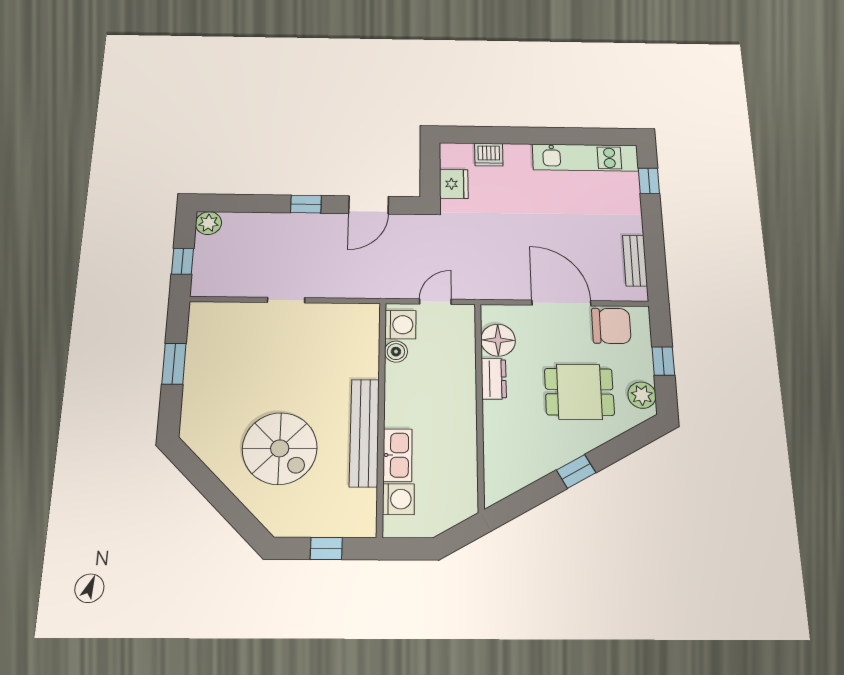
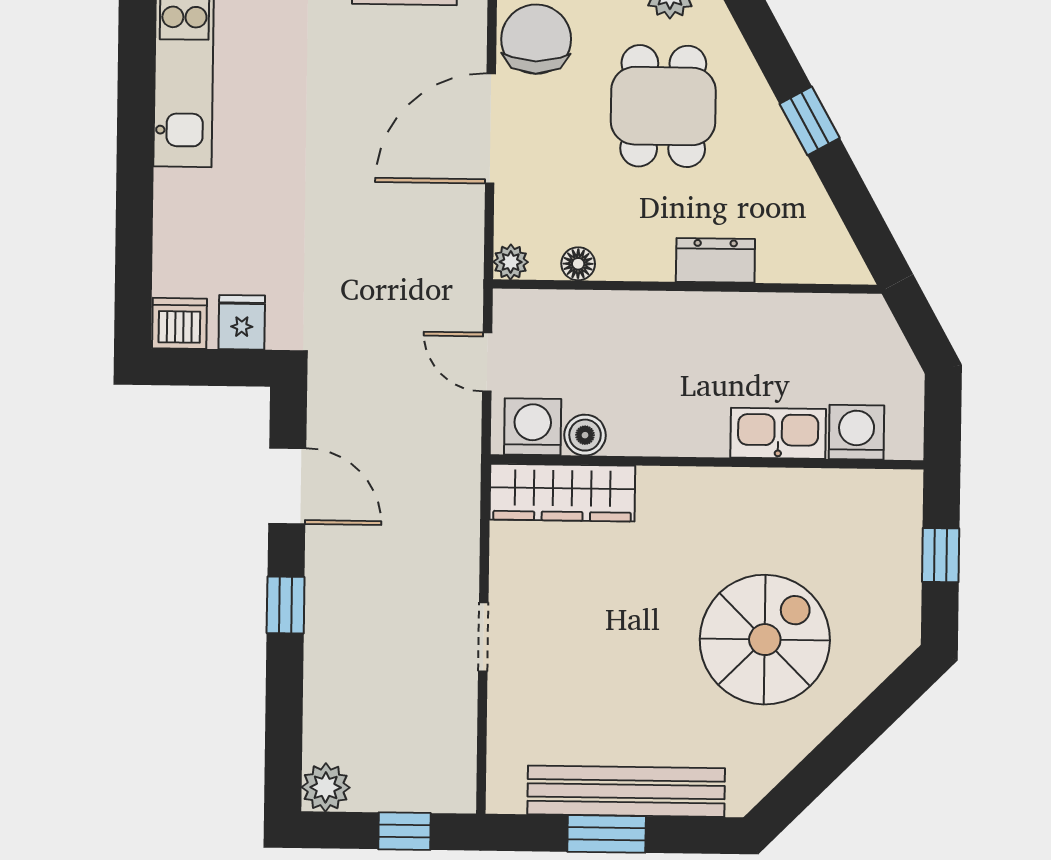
dishwasher: (489, 155) -> (179, 323), moved, turned -90
fridge: (454, 184) -> (242, 322), width x0.72
plant: (490, 313) -> (511, 262), added
wardrobe: (364, 340) -> (562, 493), added
floor lamp: (498, 340) -> (578, 264), width x0.53, depth x0.53
dresser: (494, 379) -> (715, 260), moved
bench: (364, 433) -> (626, 791), moved

